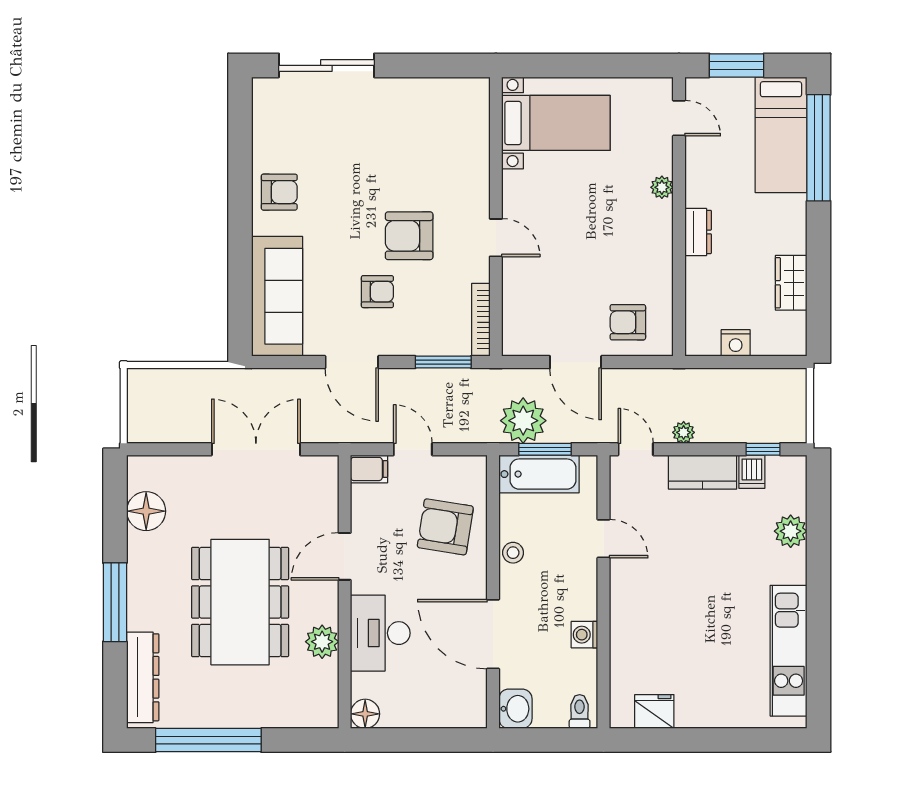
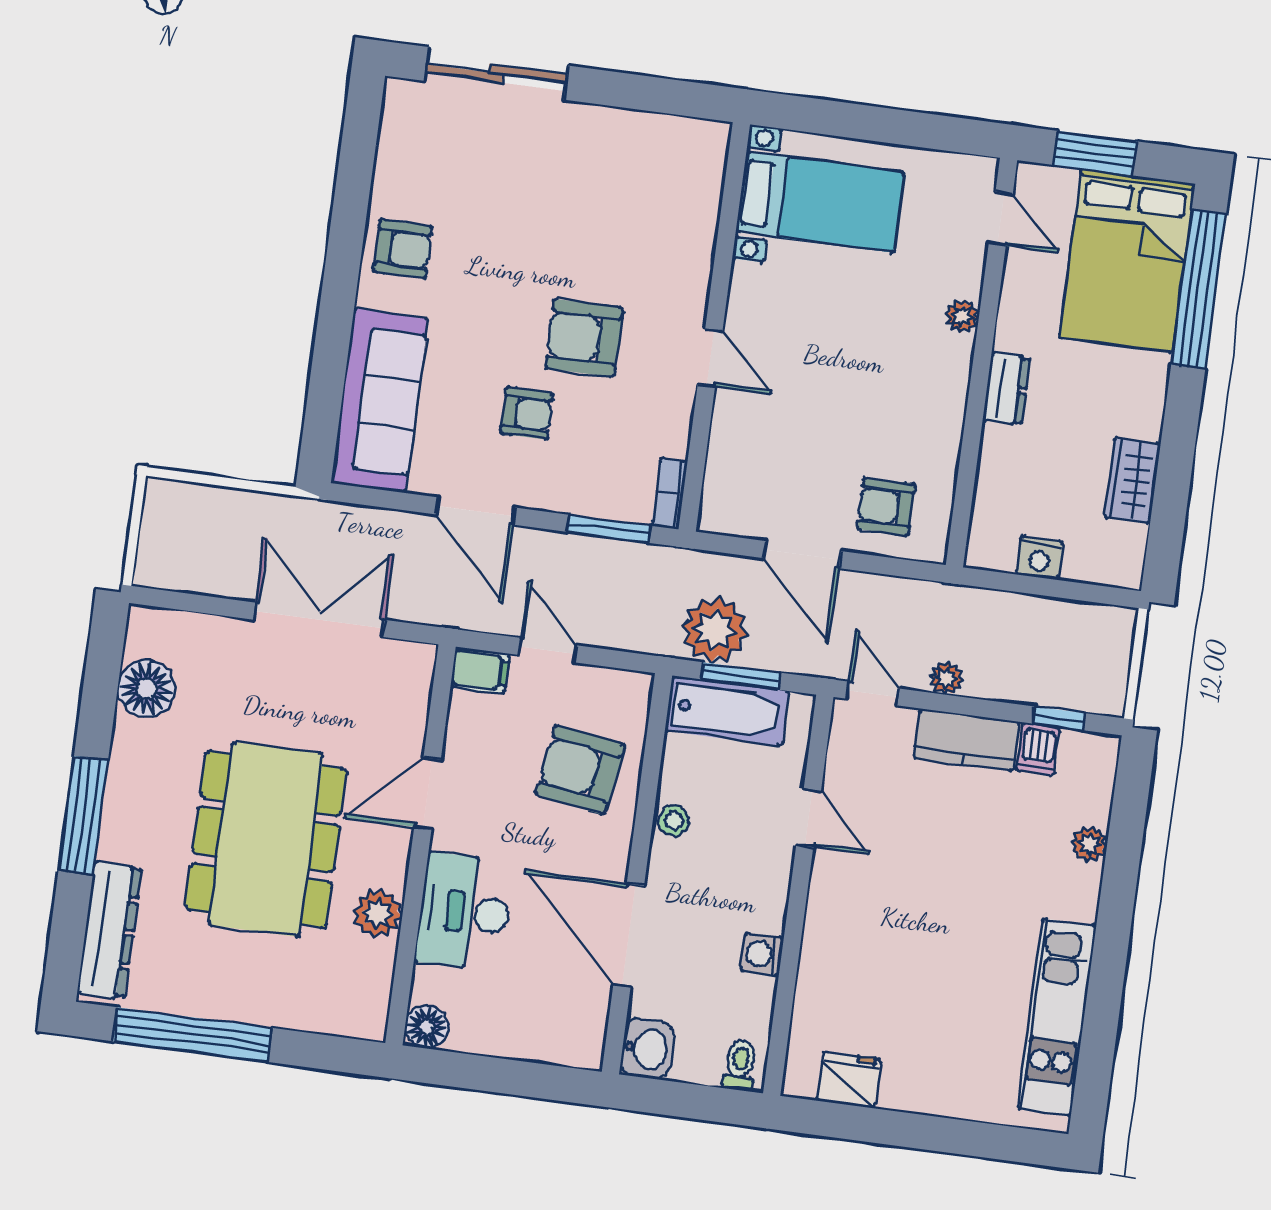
bed: (781, 135) -> (1127, 261), width x1.50
bookcase: (481, 320) -> (670, 493), width x0.64
plant: (791, 531) -> (1090, 844), width x0.73, depth x0.73

